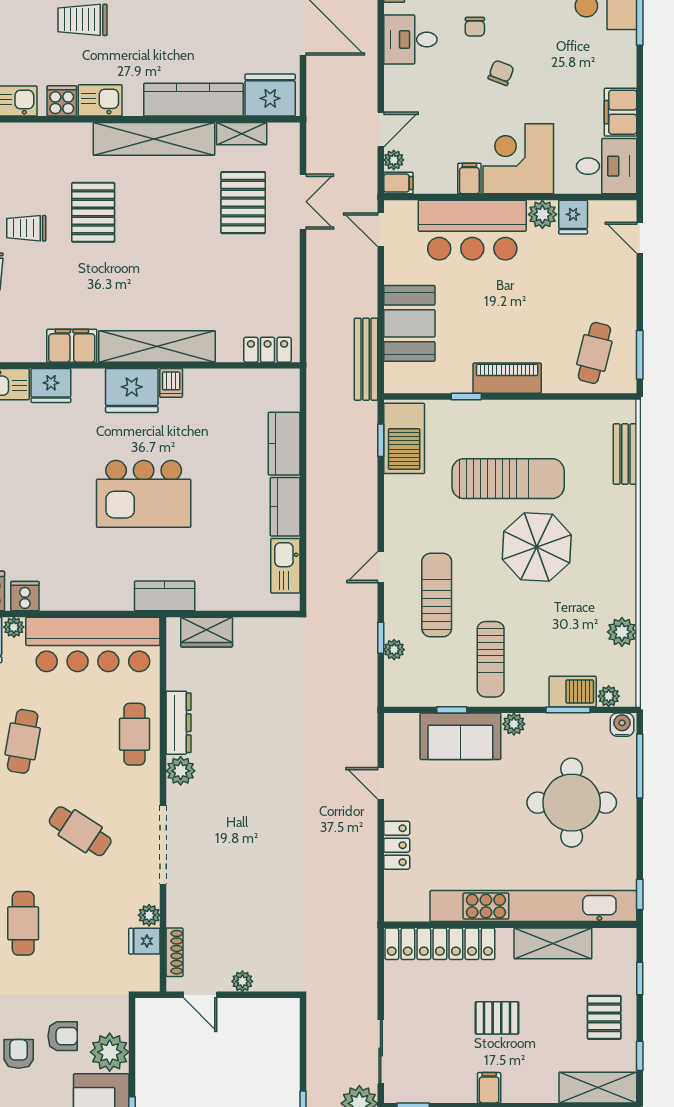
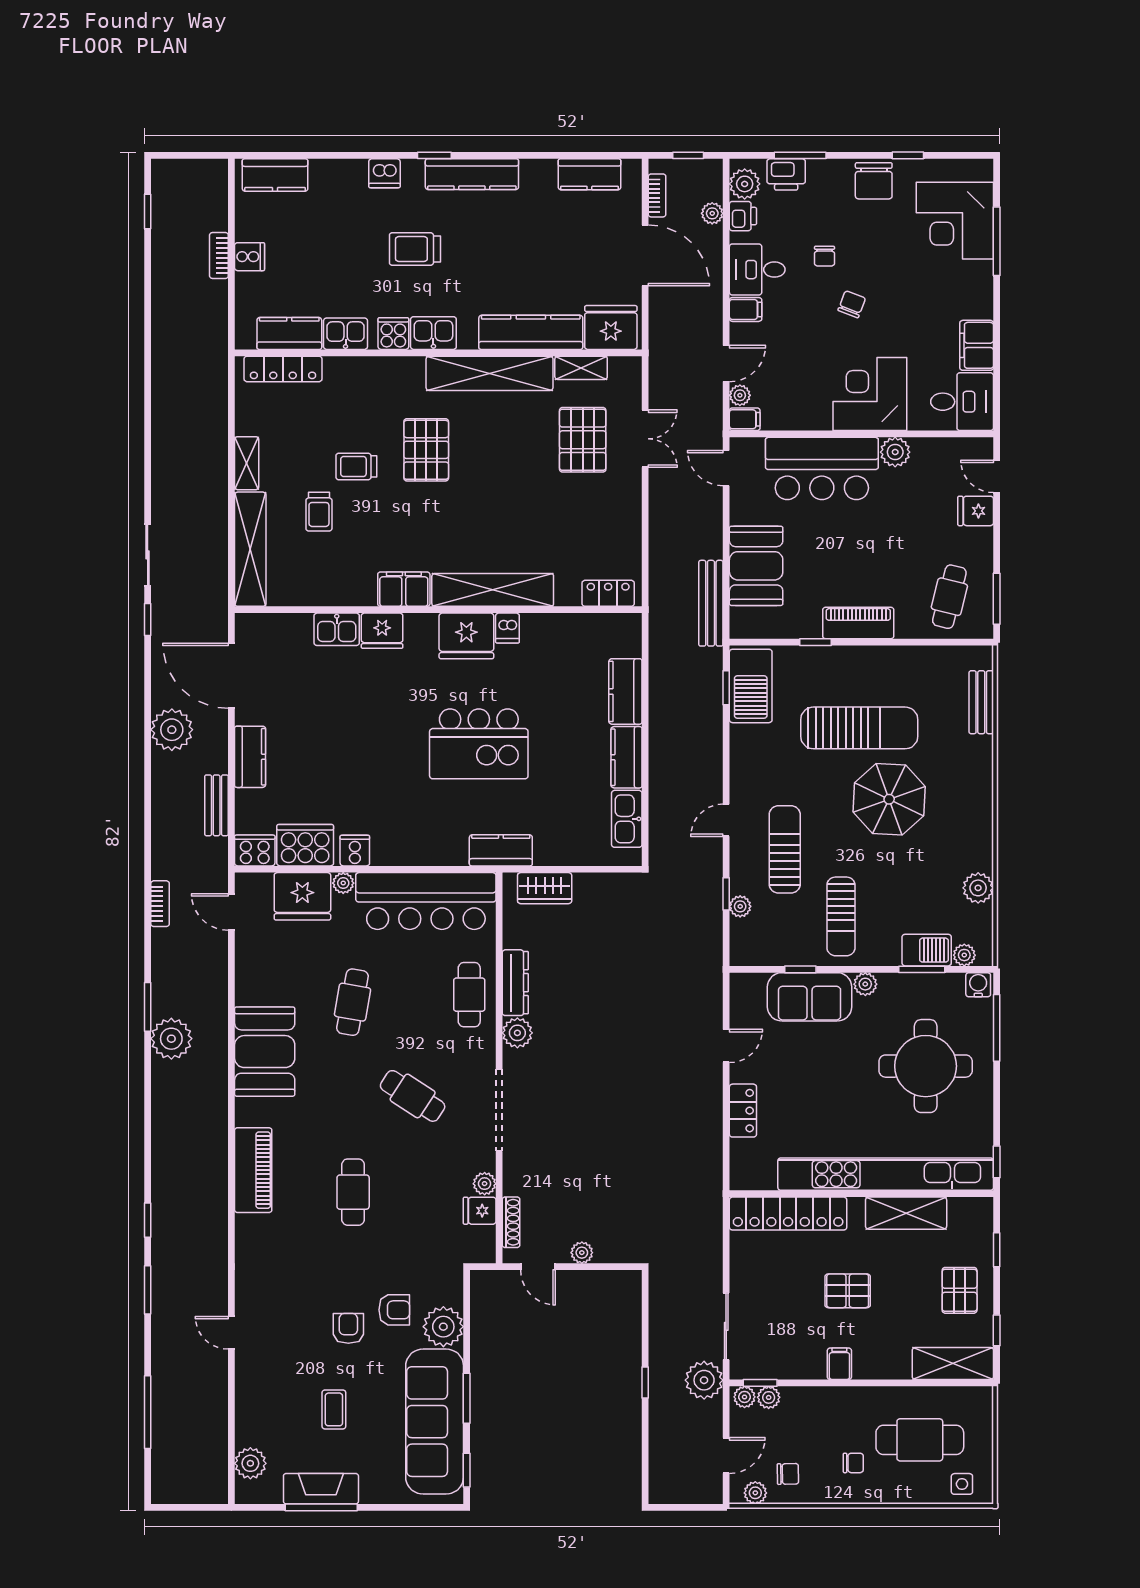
filing cabinet: (469, 178) -> (746, 309), moved, turned 90
fridge: (573, 217) -> (976, 511), moved, turned 90
door: (381, 783) -> (726, 1046), swing flipped

